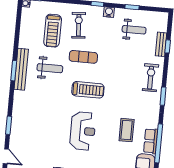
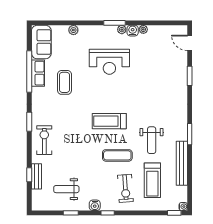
treadmill: (53, 31) -> (152, 180), turned 180
weight bench: (50, 68) -> (152, 140), turned -90
bench: (21, 69) -> (182, 163), moved
exercise bike: (151, 78) -> (44, 140), turned 180
reception desk: (83, 131) -> (109, 62), moved, turned -90

